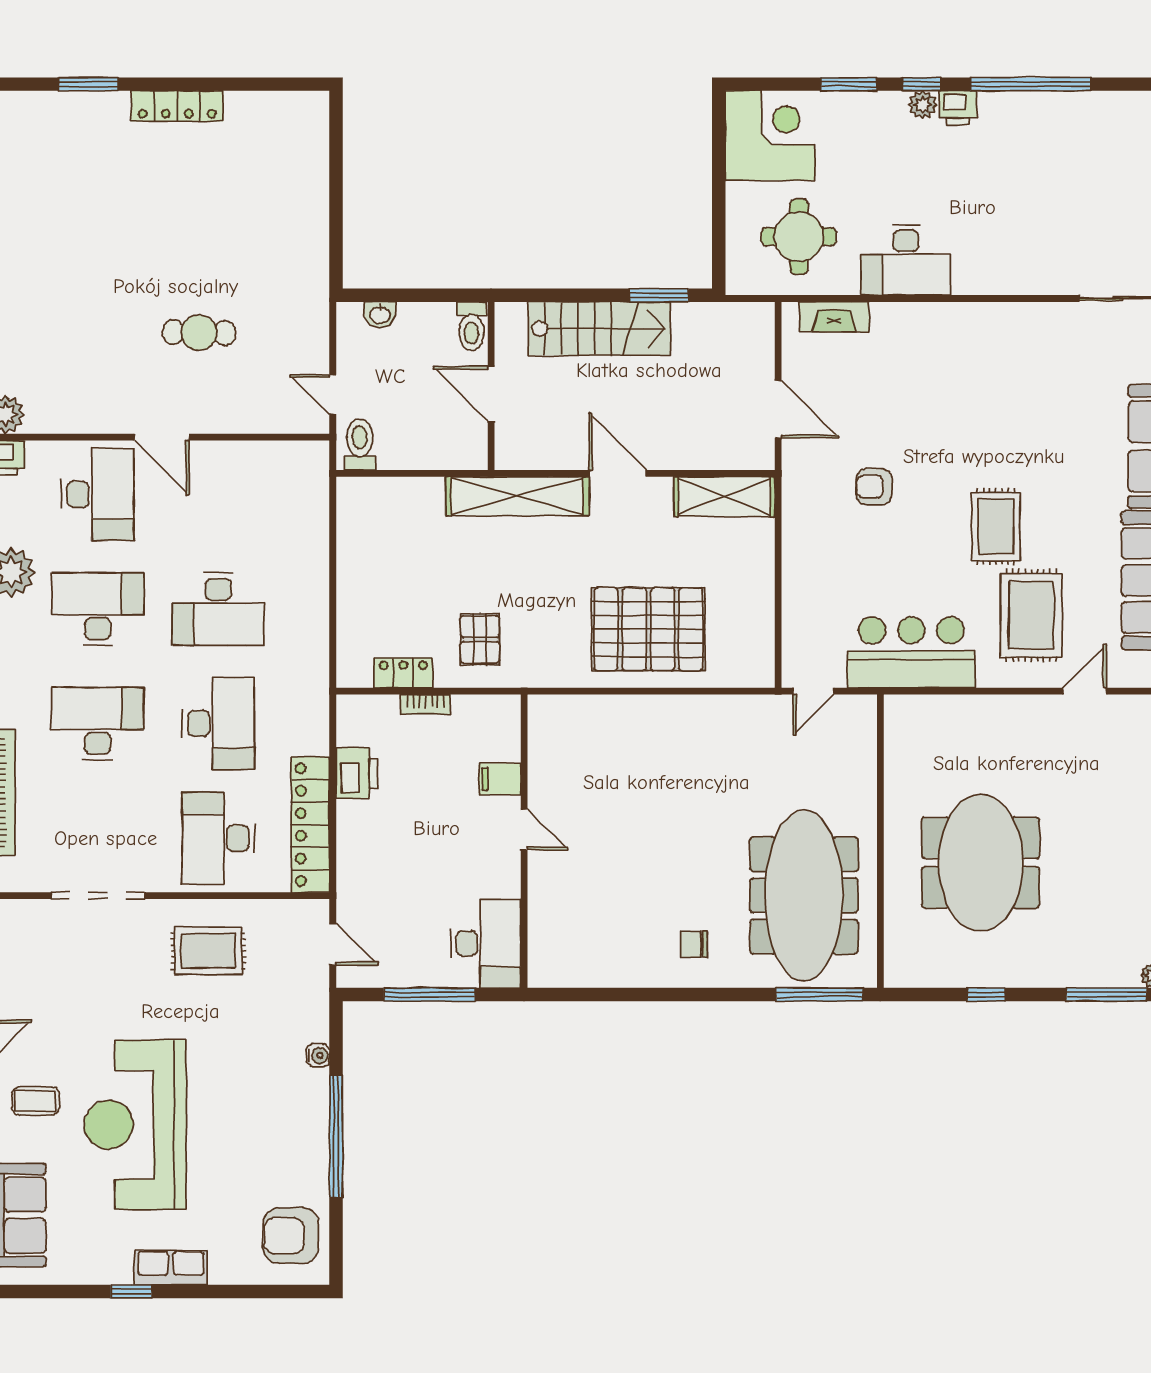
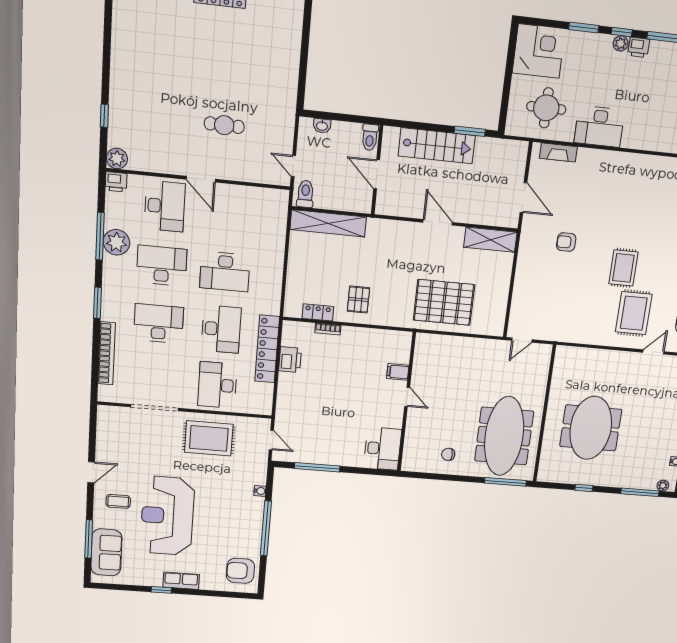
shelving: (517, 496) -> (328, 223), moved
bar counter: (911, 652) -> (573, 326), removed
filing cabinet: (500, 779) -> (398, 372), moved
locker: (310, 825) -> (267, 349), moved
door: (524, 829) -> (407, 397), moved
wall: (524, 841) -> (407, 402), moved
desk: (486, 943) -> (382, 449), moved
rug: (208, 951) -> (209, 438), width x1.36, depth x1.43

